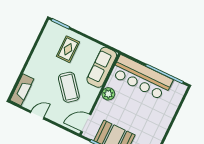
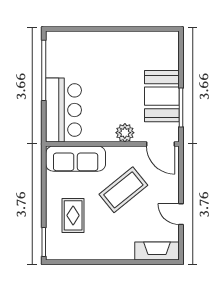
rug: (68, 49) -> (73, 215), turned 90
bar counter: (142, 78) -> (63, 110), width x0.73
plant: (108, 94) -> (125, 133), moved

